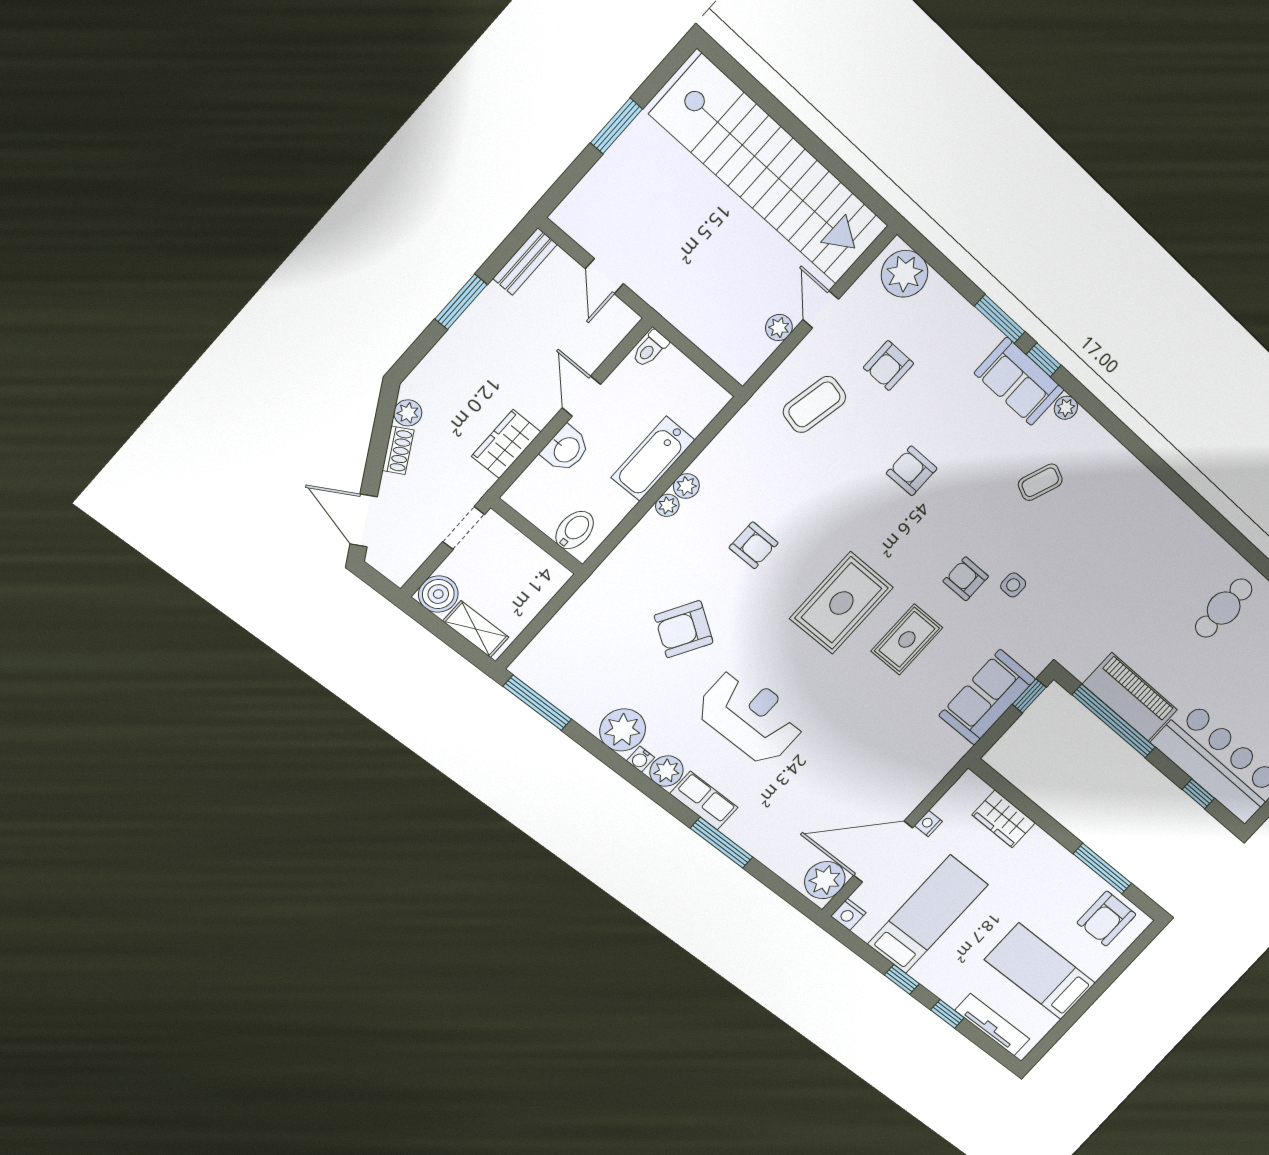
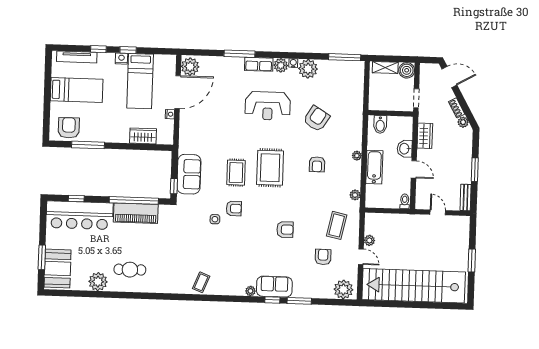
coffee table: (1040, 482) -> (201, 282), moved
plant: (686, 486) -> (355, 195), moved
armchair: (754, 545) -> (317, 164), turned -90
cafe table: (1224, 608) -> (130, 270), turned 90
nightstand: (848, 914) -> (121, 59), moved

